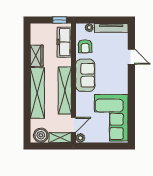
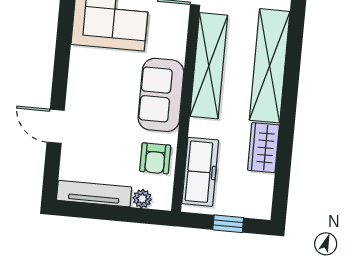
window: (60, 20) -> (228, 224), moved
armchair: (85, 46) -> (155, 158), turned 180

